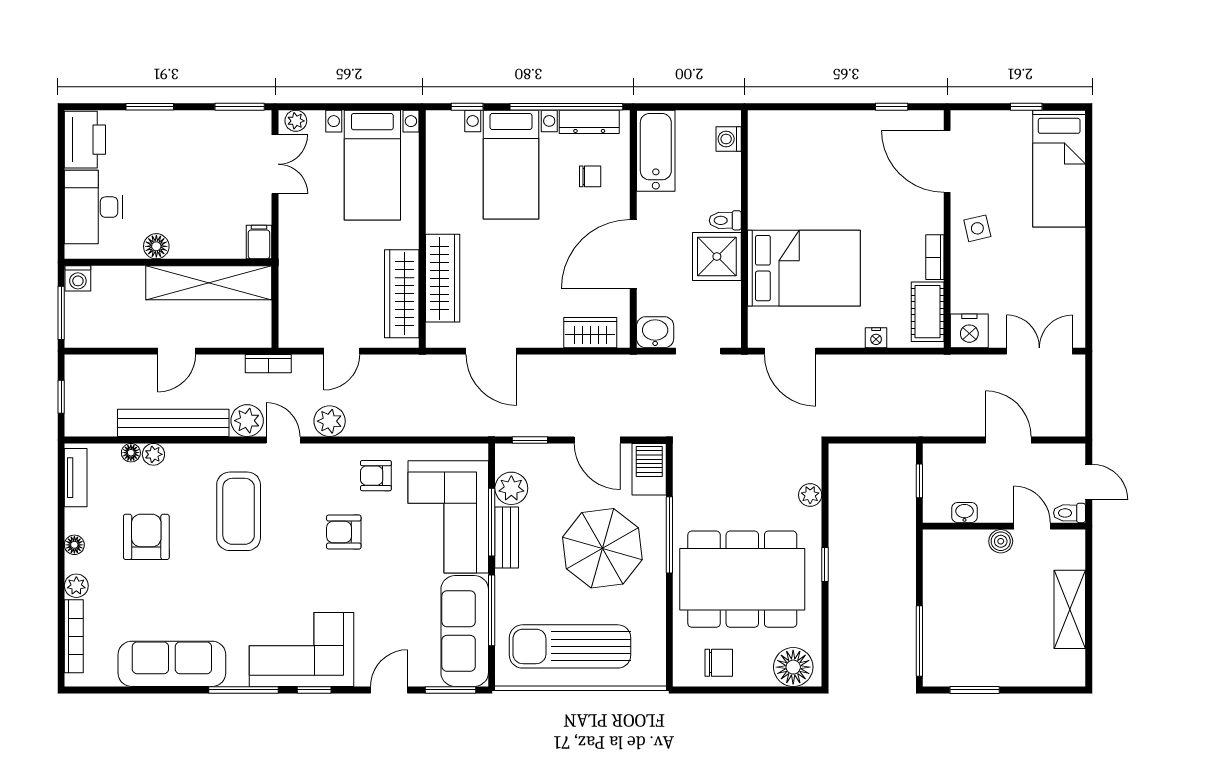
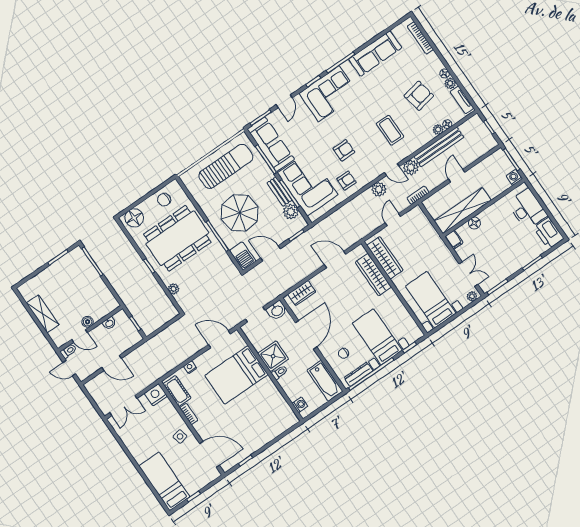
double door: (275, 164) -> (468, 274), swing flipped
floor lamp: (156, 246) -> (474, 223), moved
coffee table: (239, 511) -> (390, 130), width x0.73, depth x0.76
armchair: (146, 537) -> (419, 96), turned -101
plant: (76, 586) -> (450, 83), moved

